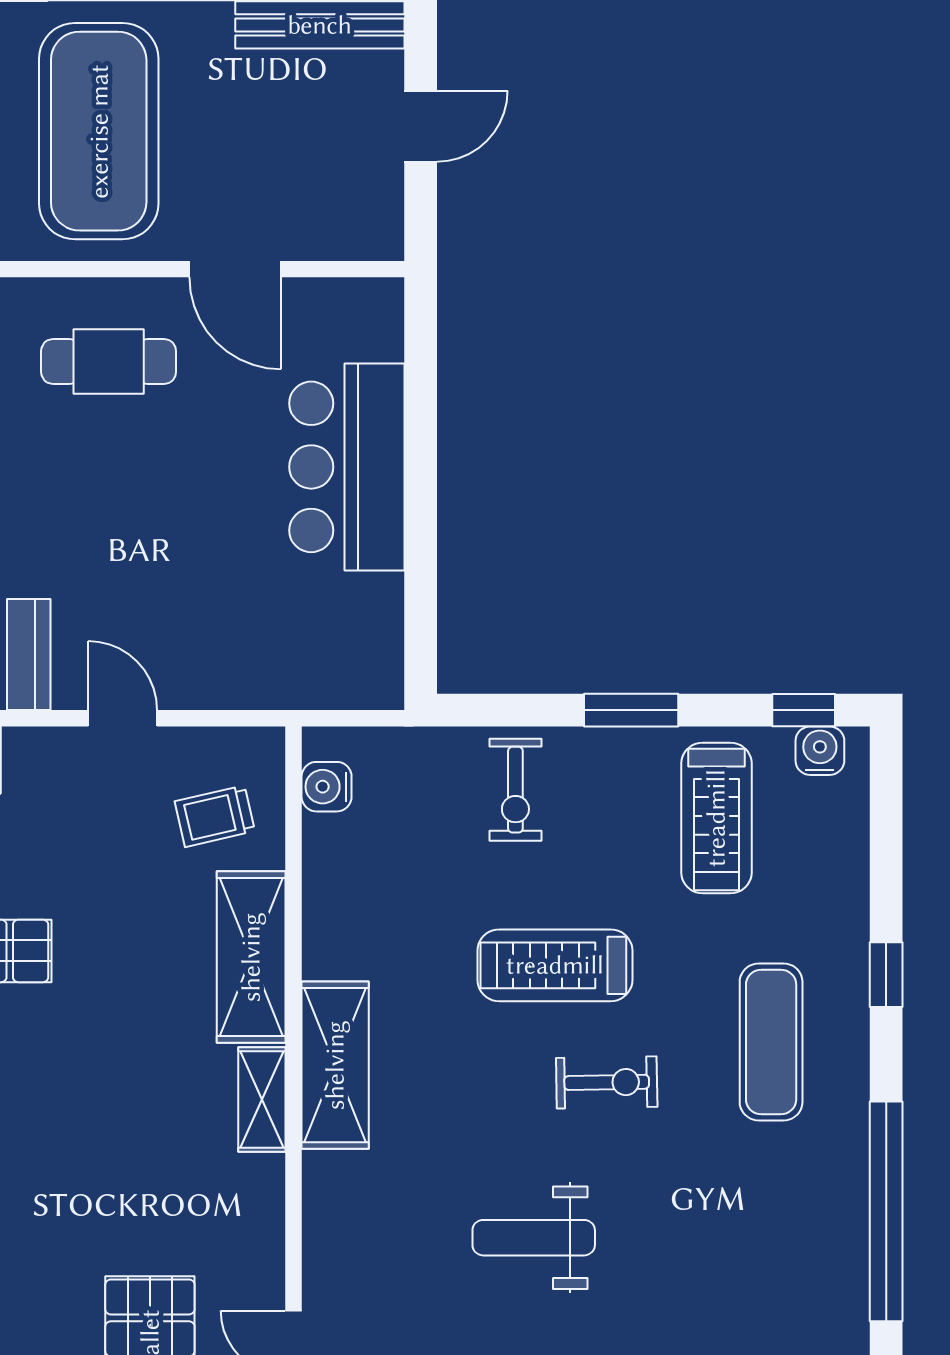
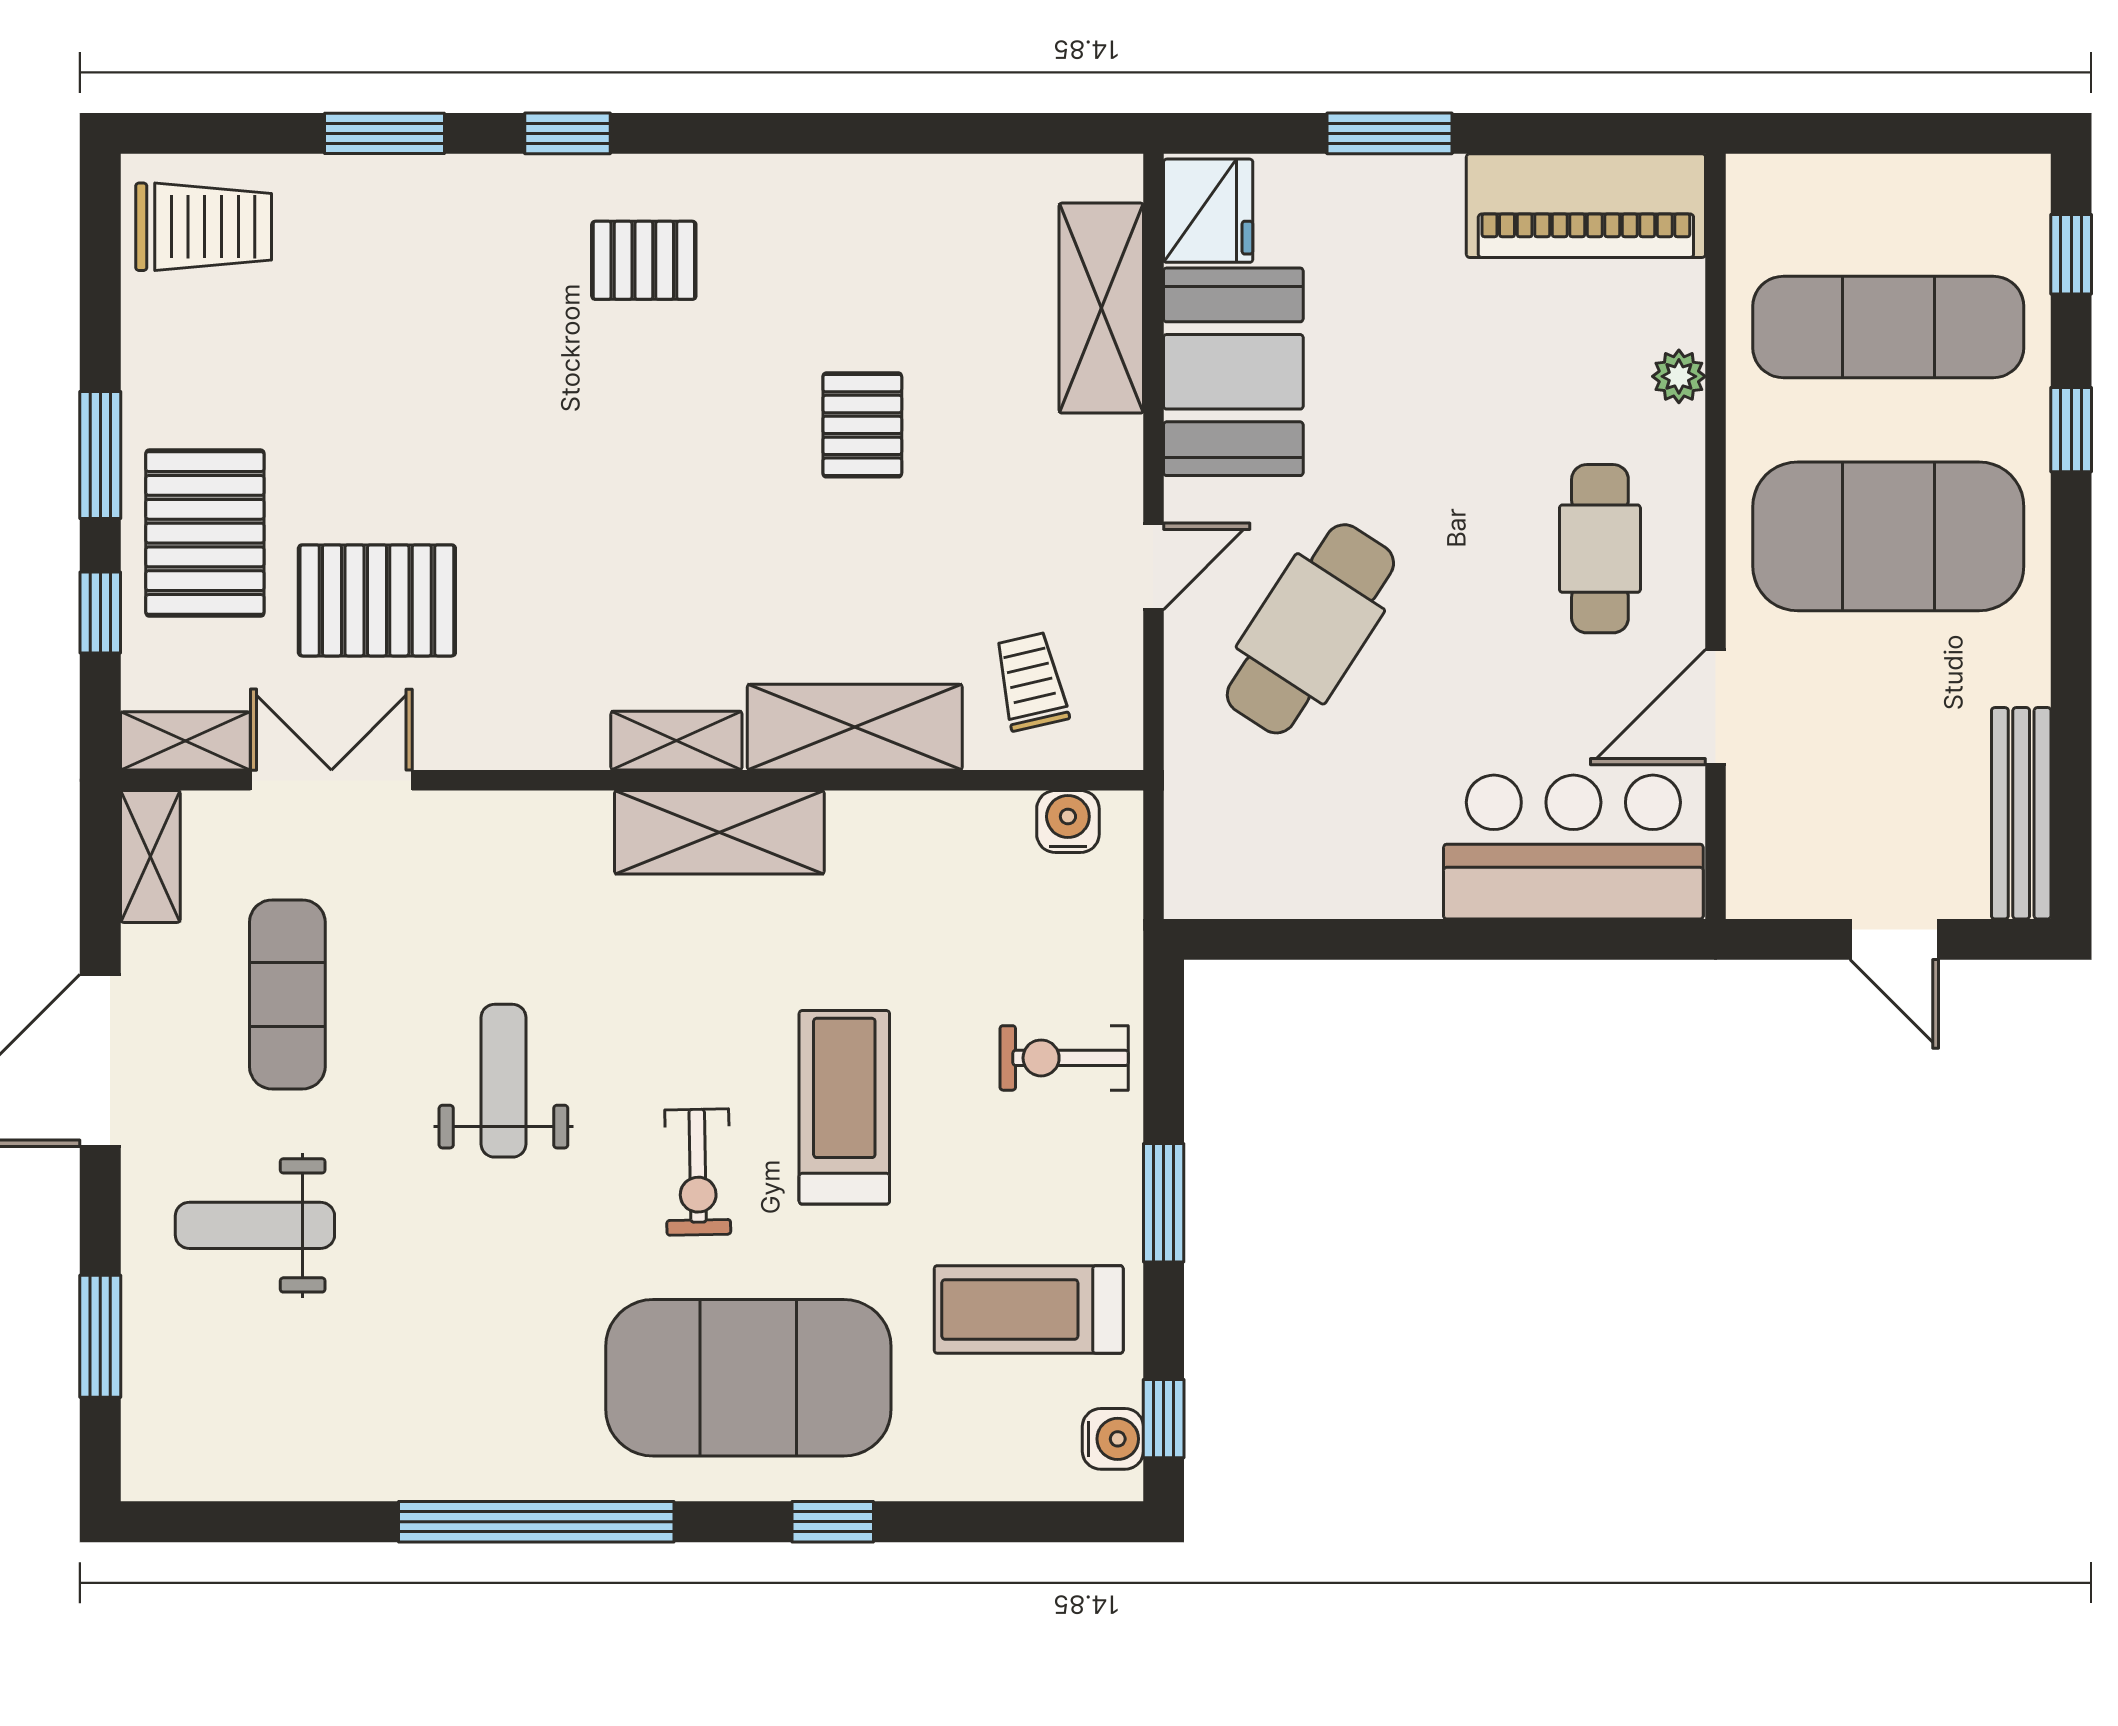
bar counter: (347, 467) -> (1573, 847), moved
cafe table: (173, 593) -> (1310, 629), added
exercise mat: (771, 1042) -> (748, 1378), width x2.00, depth x1.45

